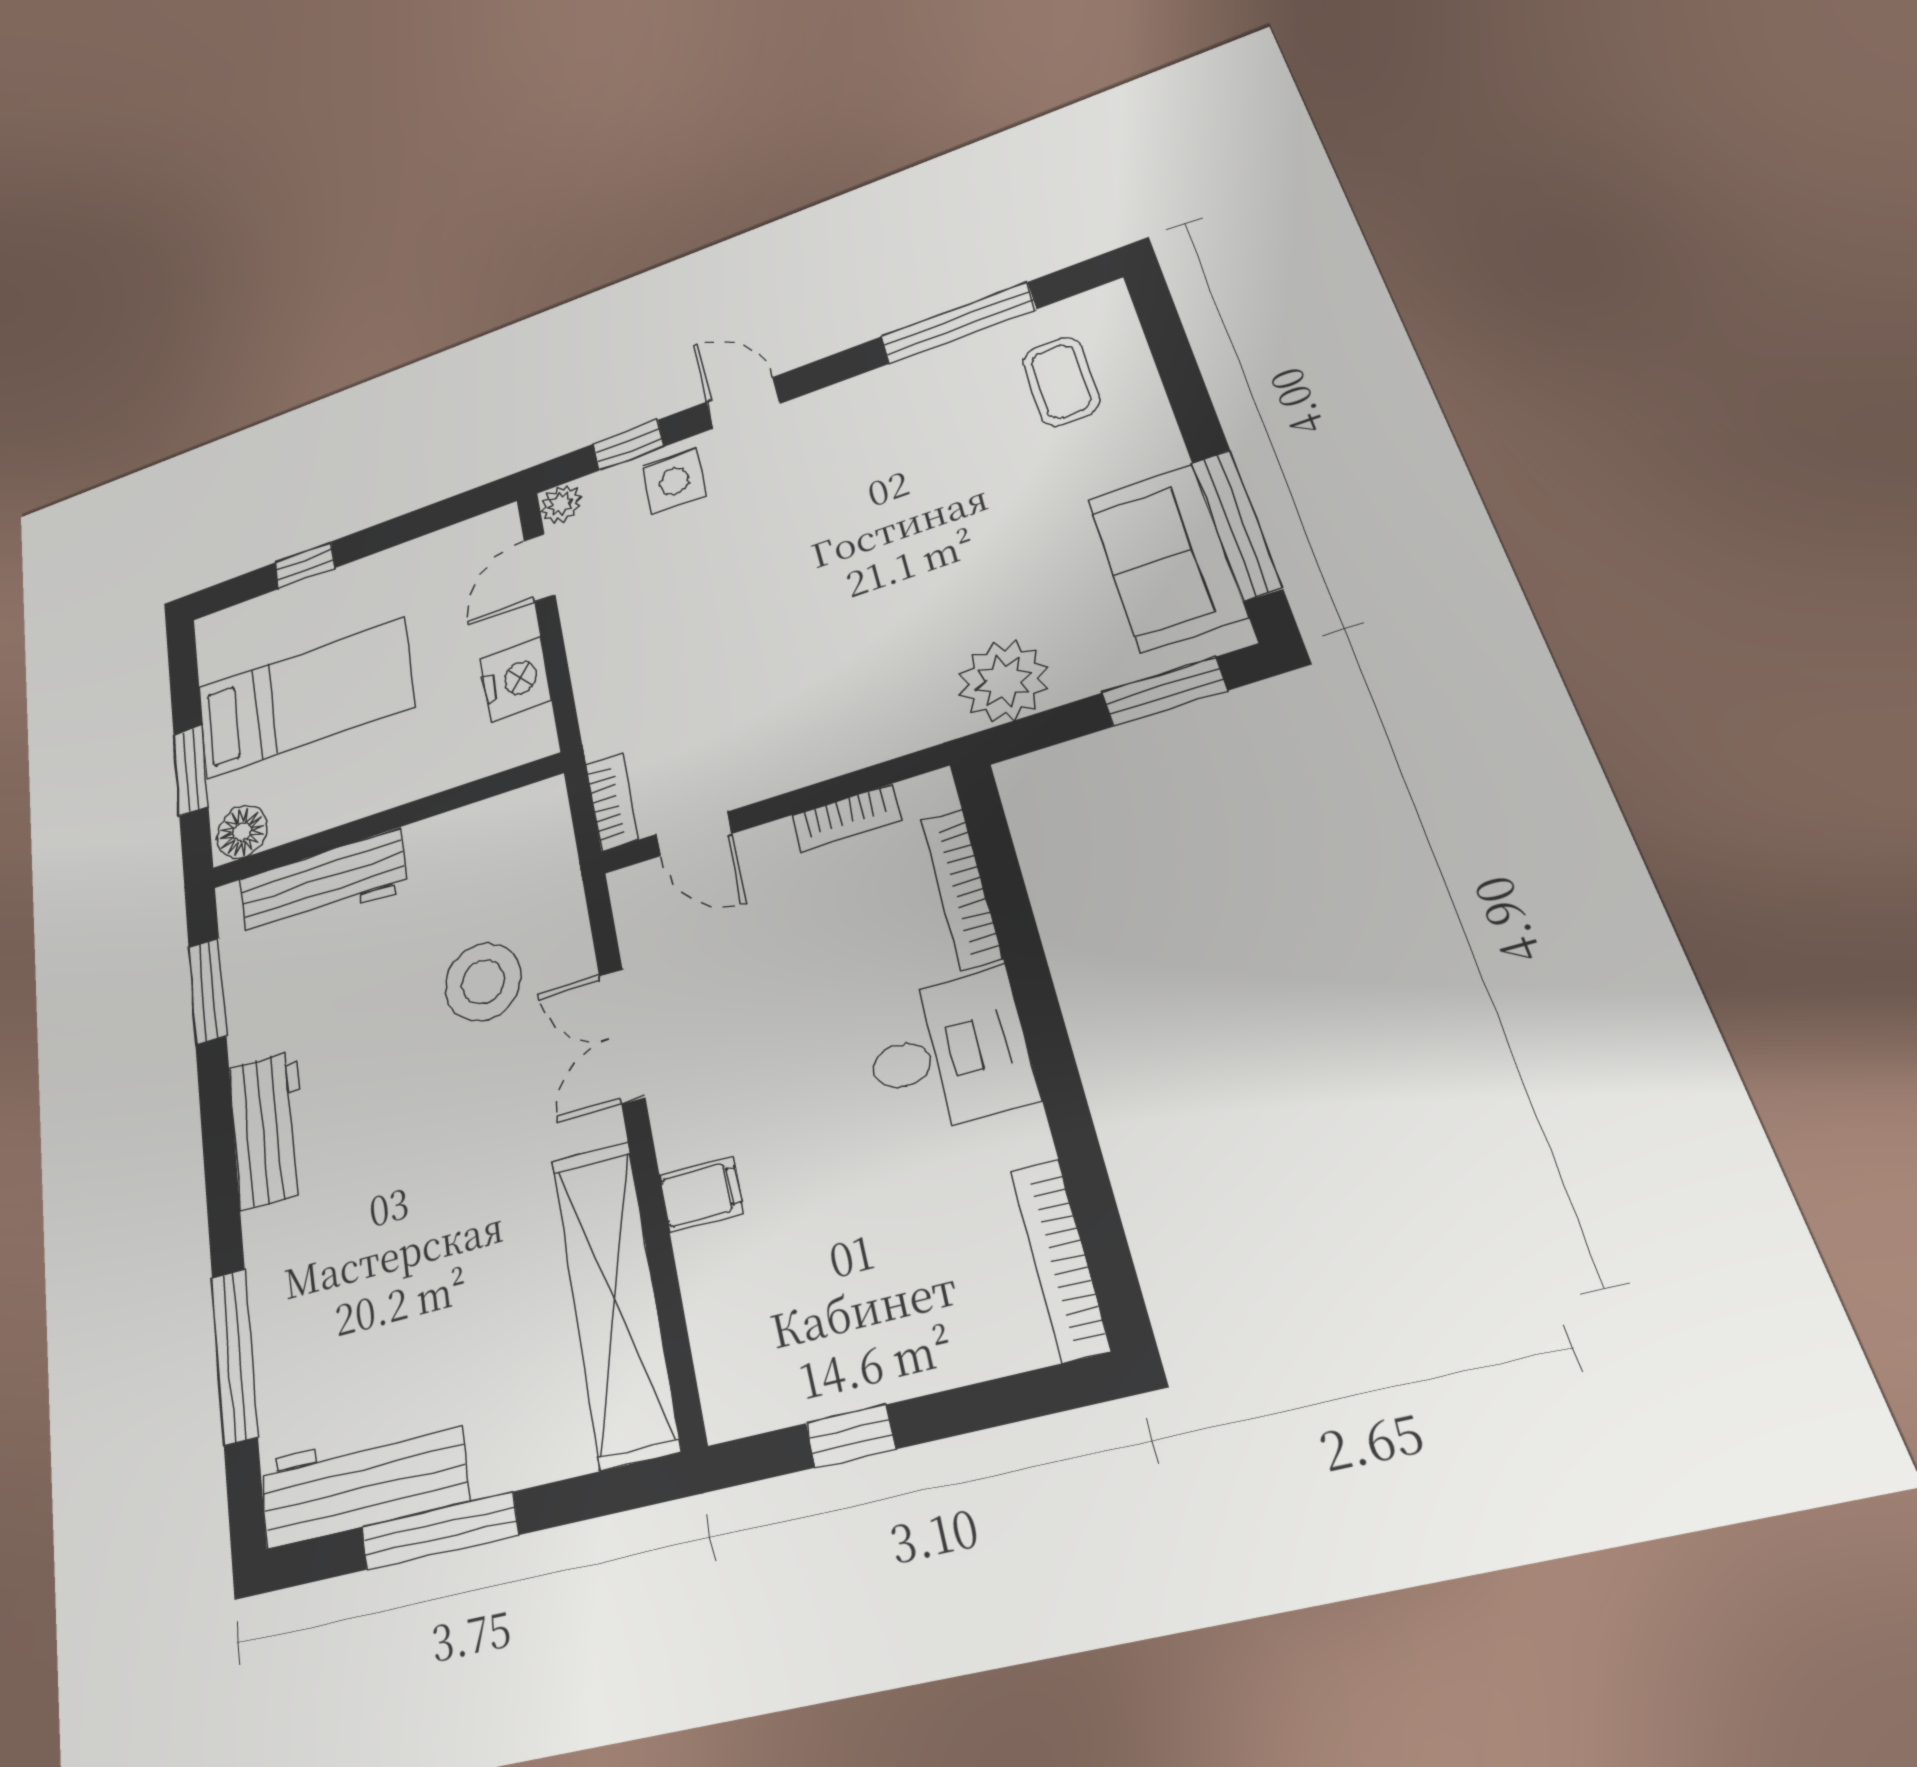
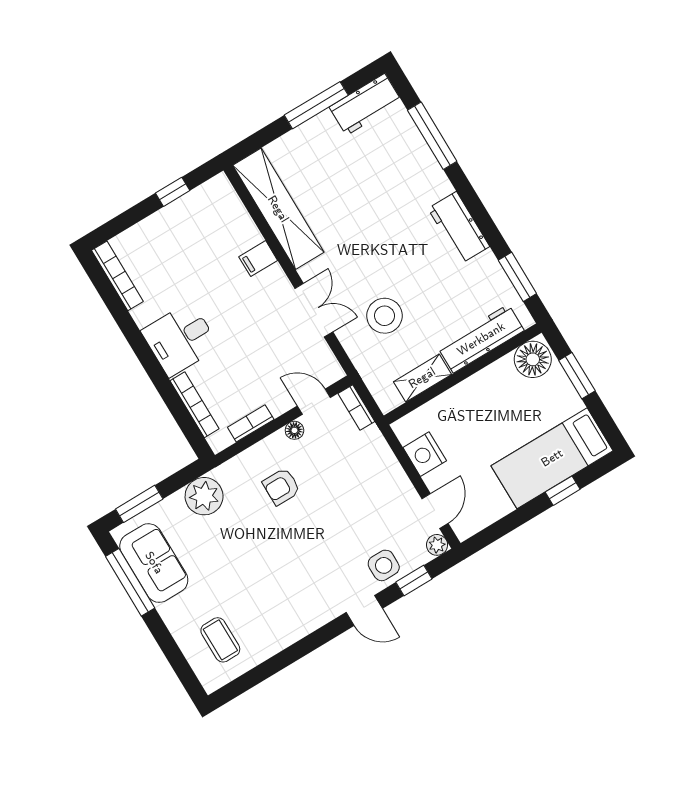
window: (958, 323) -> (275, 664), removed
armchair: (825, 670) -> (281, 487), added
bed: (305, 698) -> (552, 458), moved
floor lamp: (756, 782) -> (294, 430), added
floor lamp: (242, 832) -> (533, 359), width x1.38, depth x1.38
shelving: (461, 832) -> (422, 378), added
workbench: (363, 1481) -> (366, 104), width x0.73

